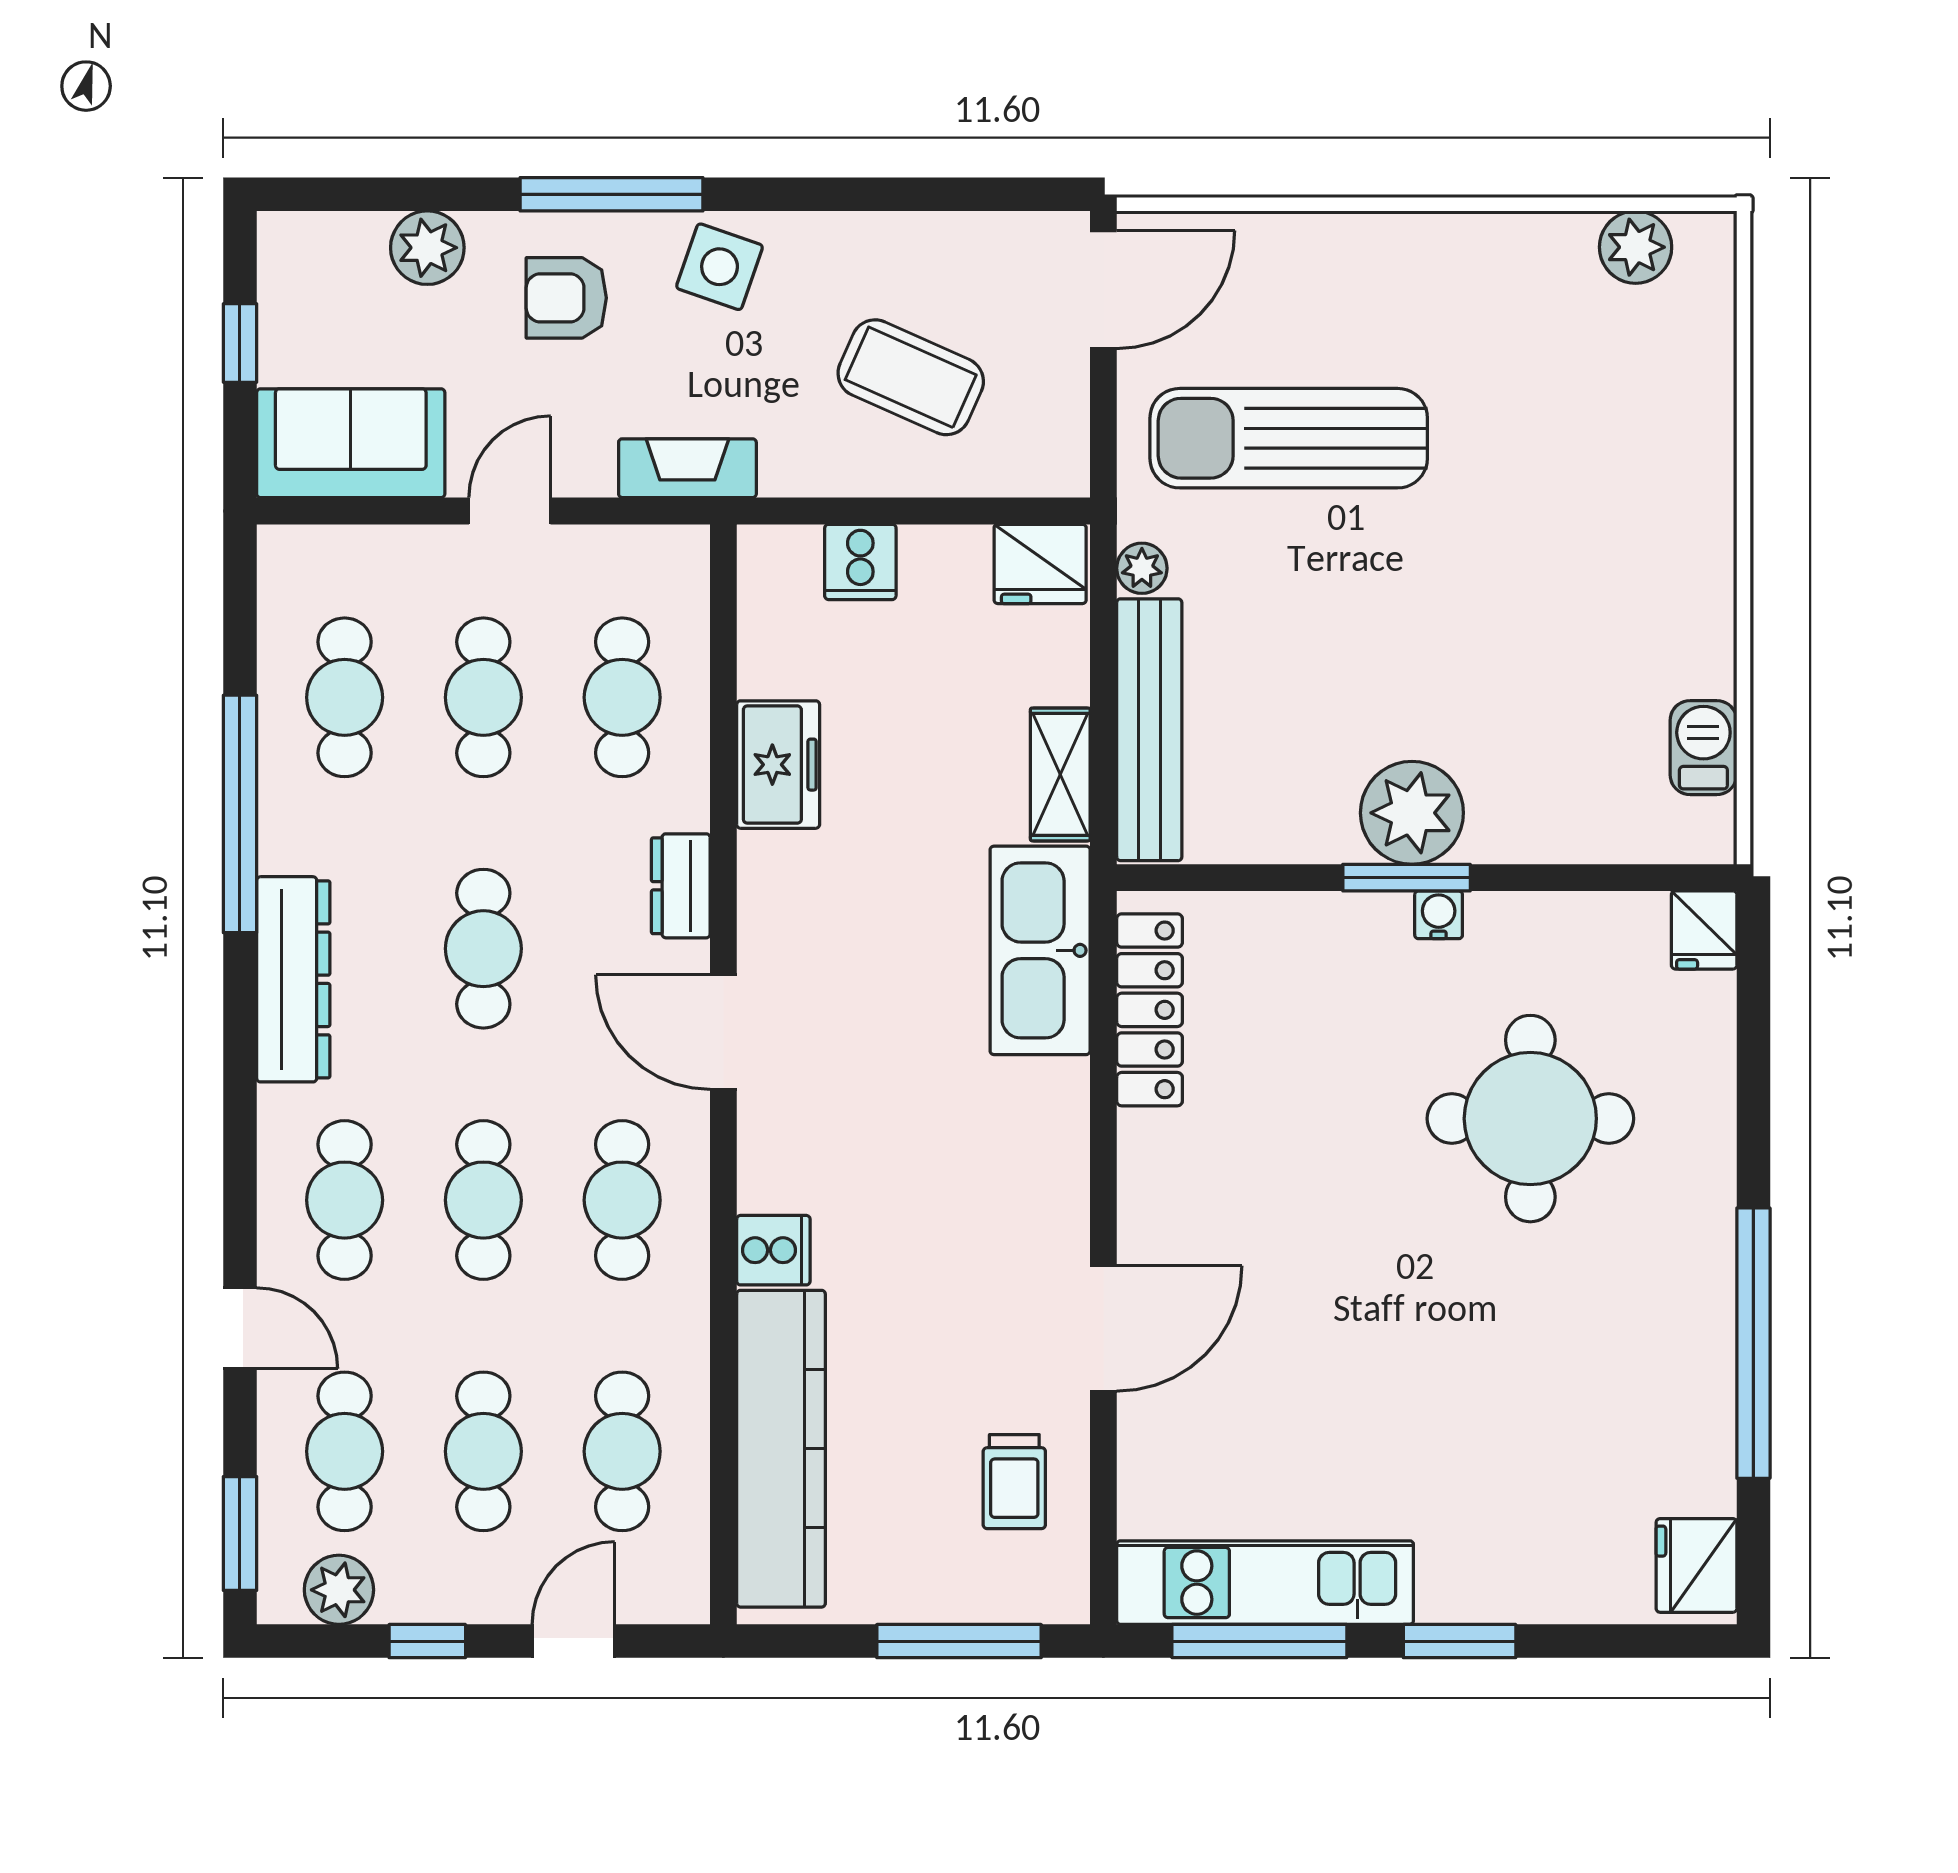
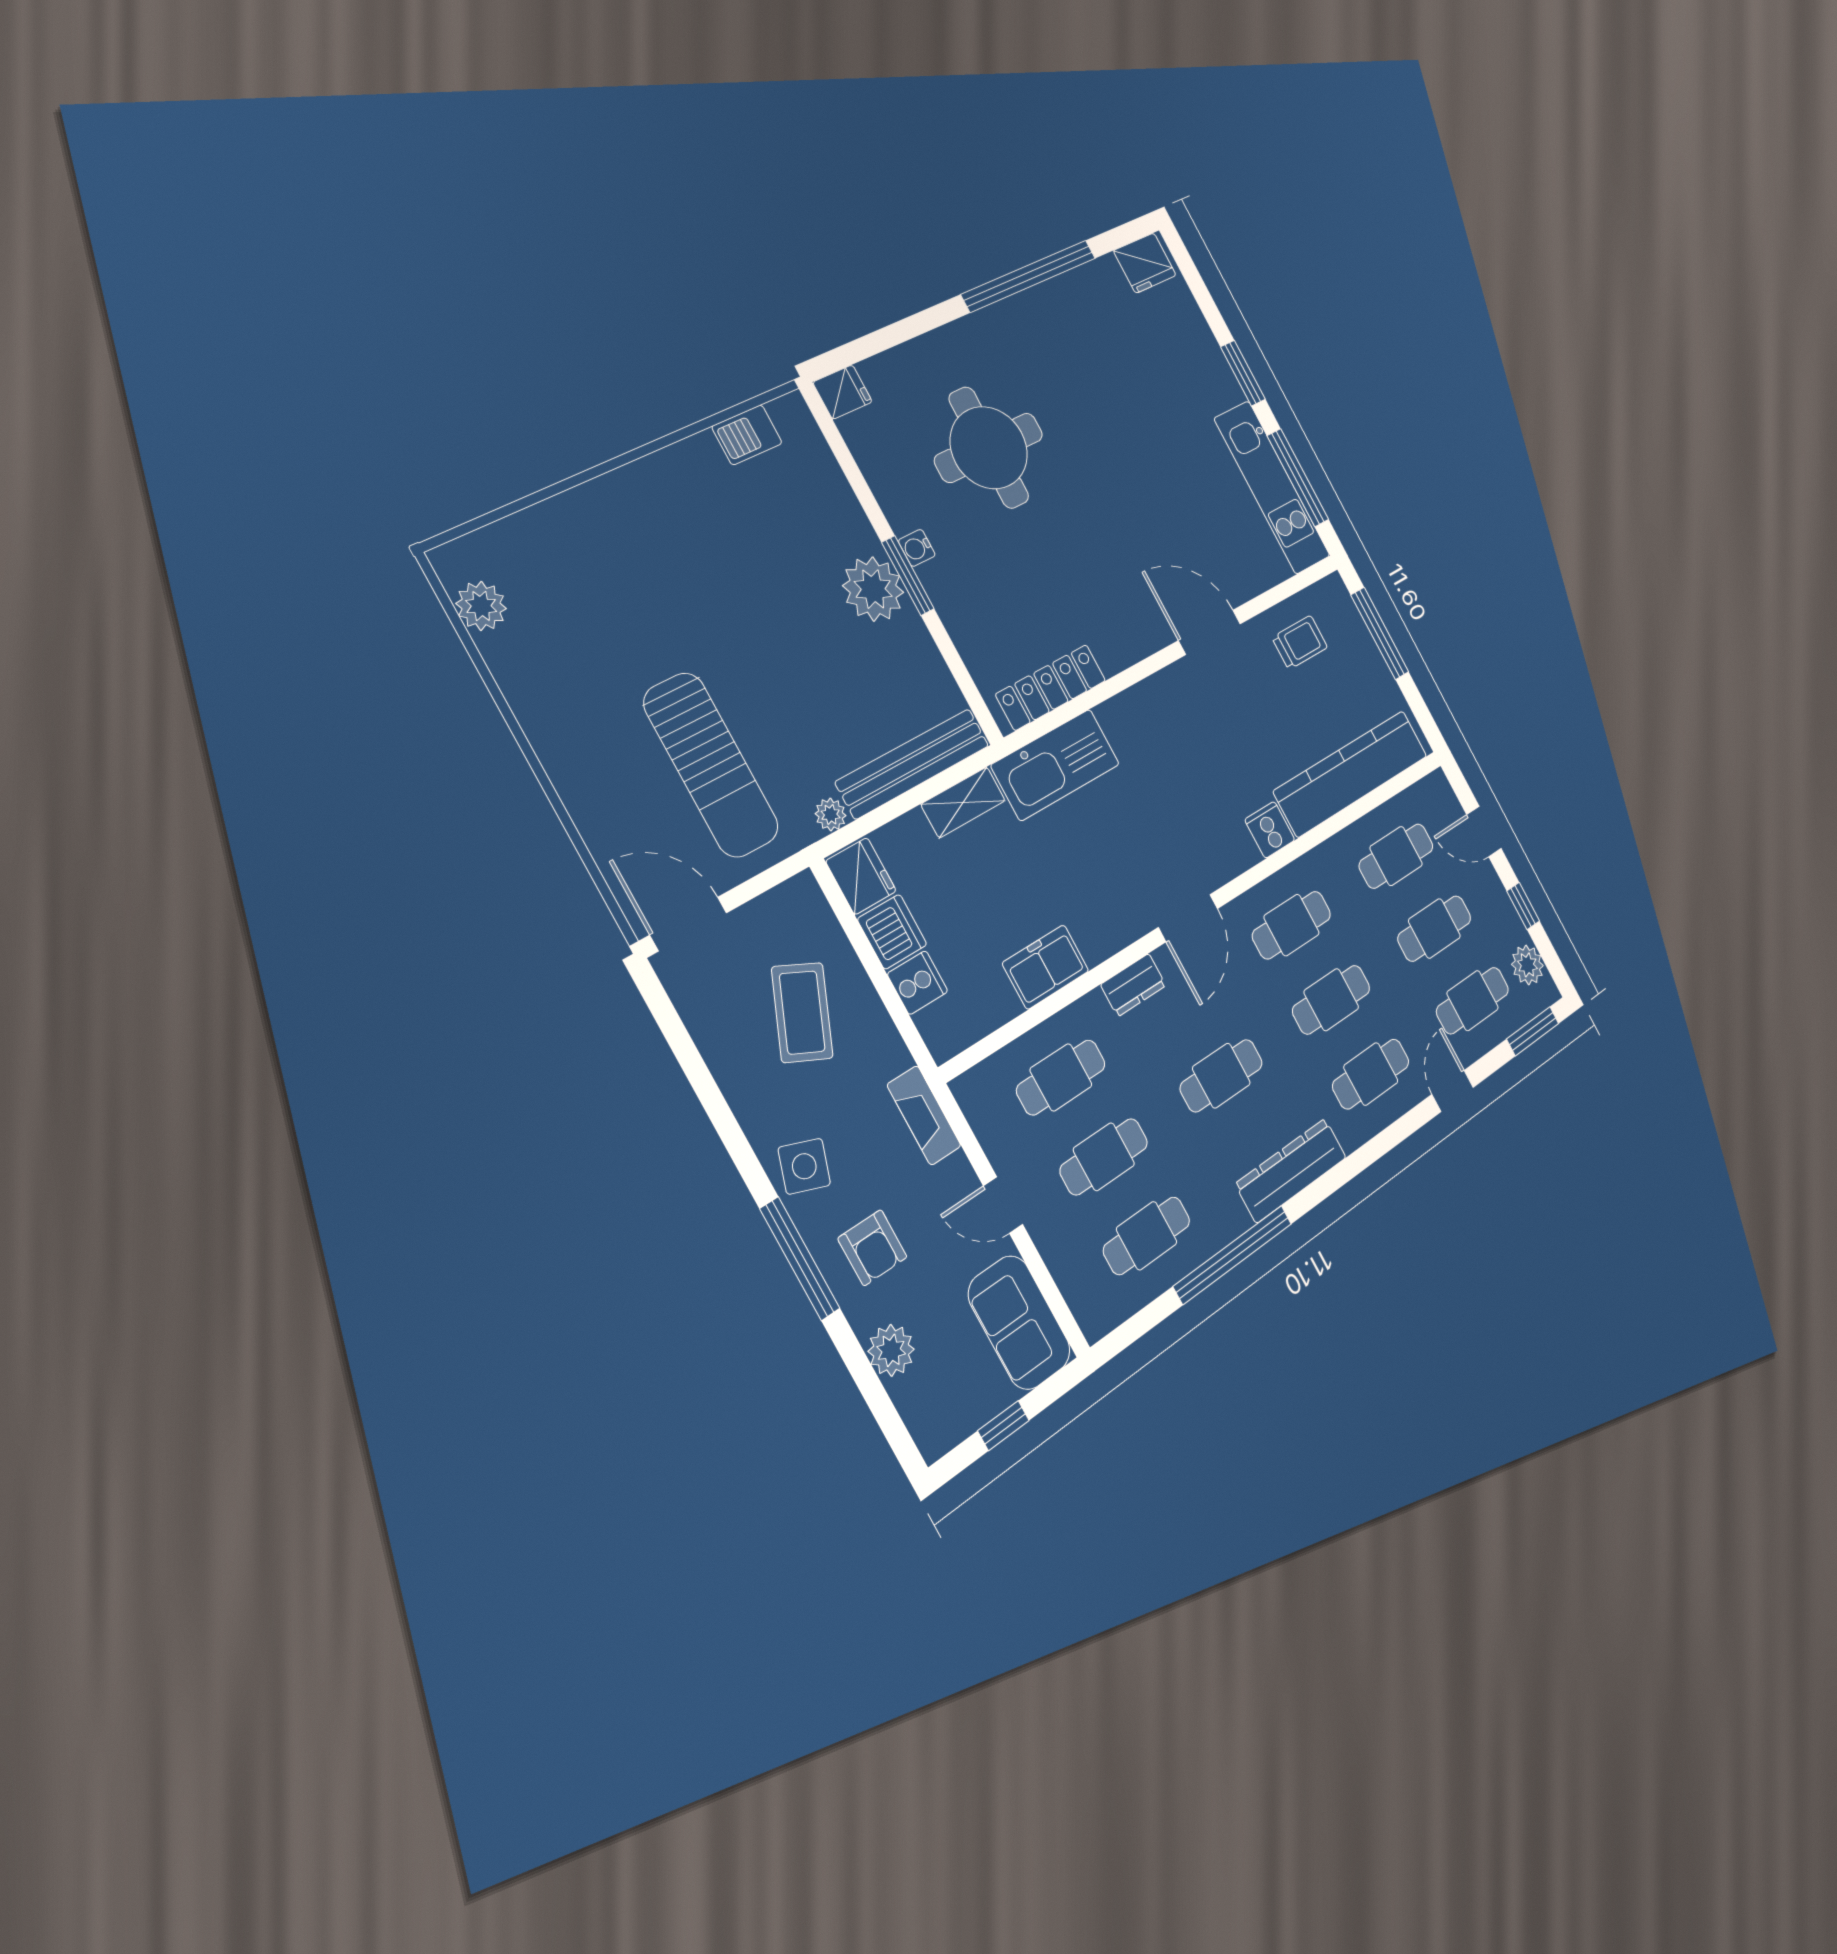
dishwasher: (945, 565) -> (892, 932), added

